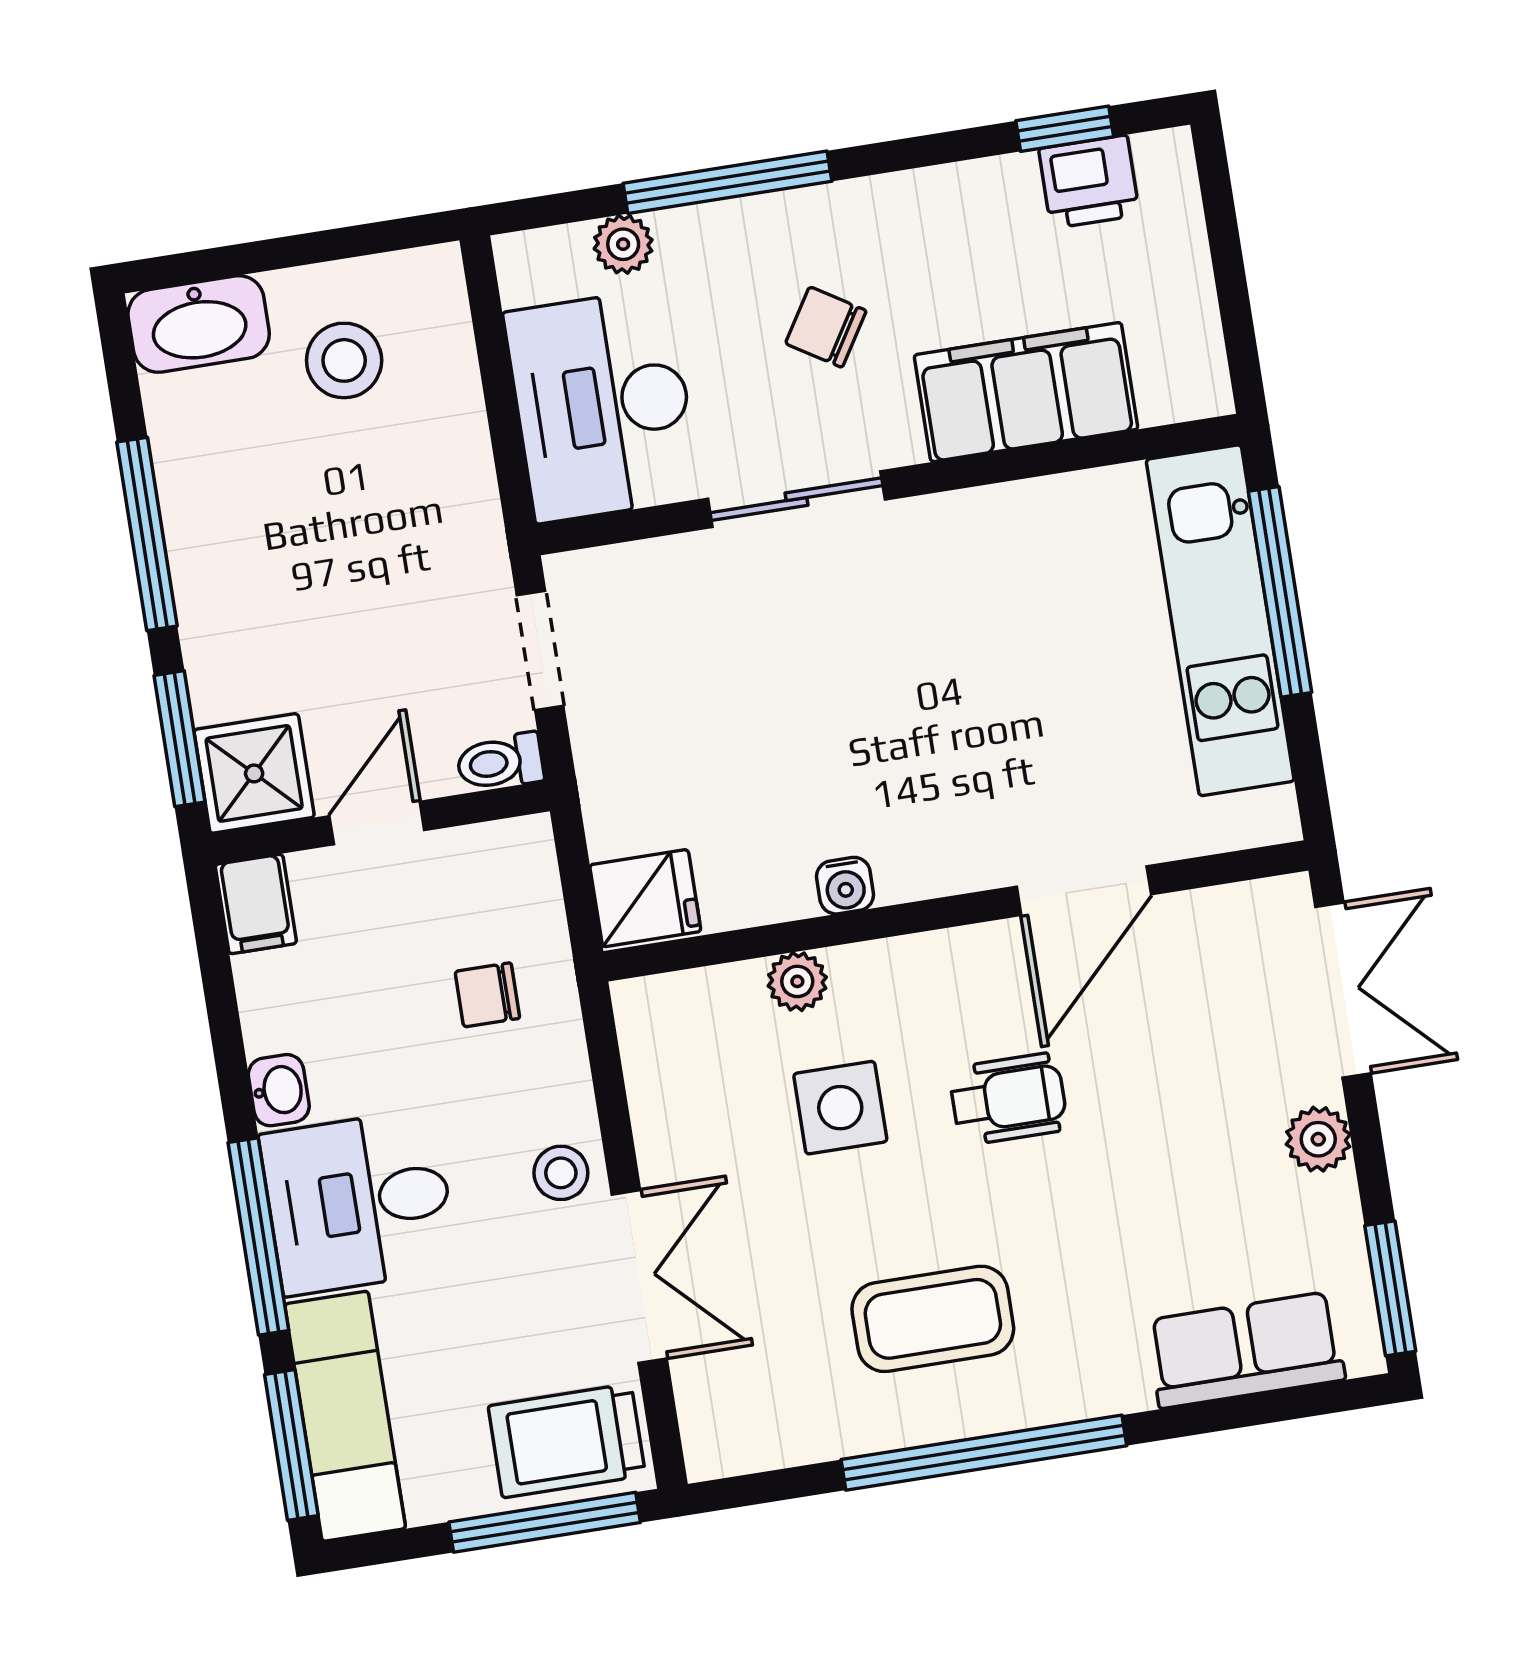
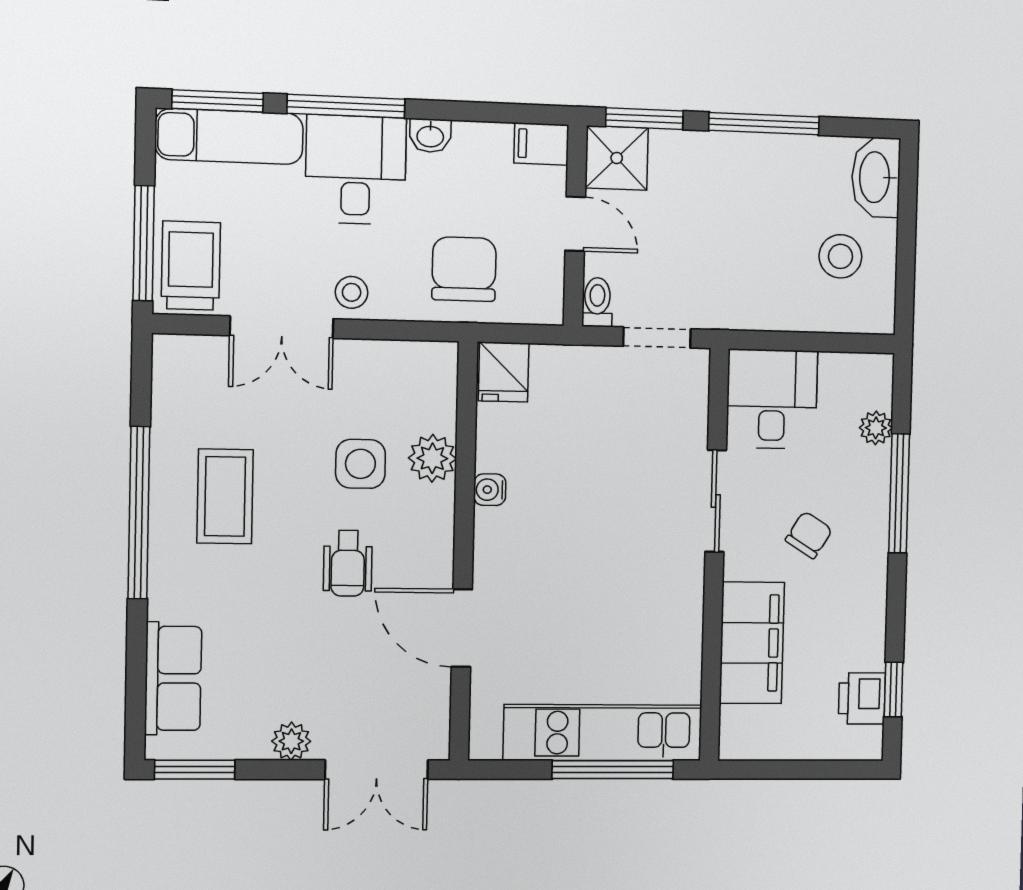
desk: (602, 405) -> (772, 399), width x0.73
plant: (797, 981) -> (432, 458), width x1.38, depth x1.38
chair: (487, 995) -> (464, 269), width x1.87, depth x1.87

